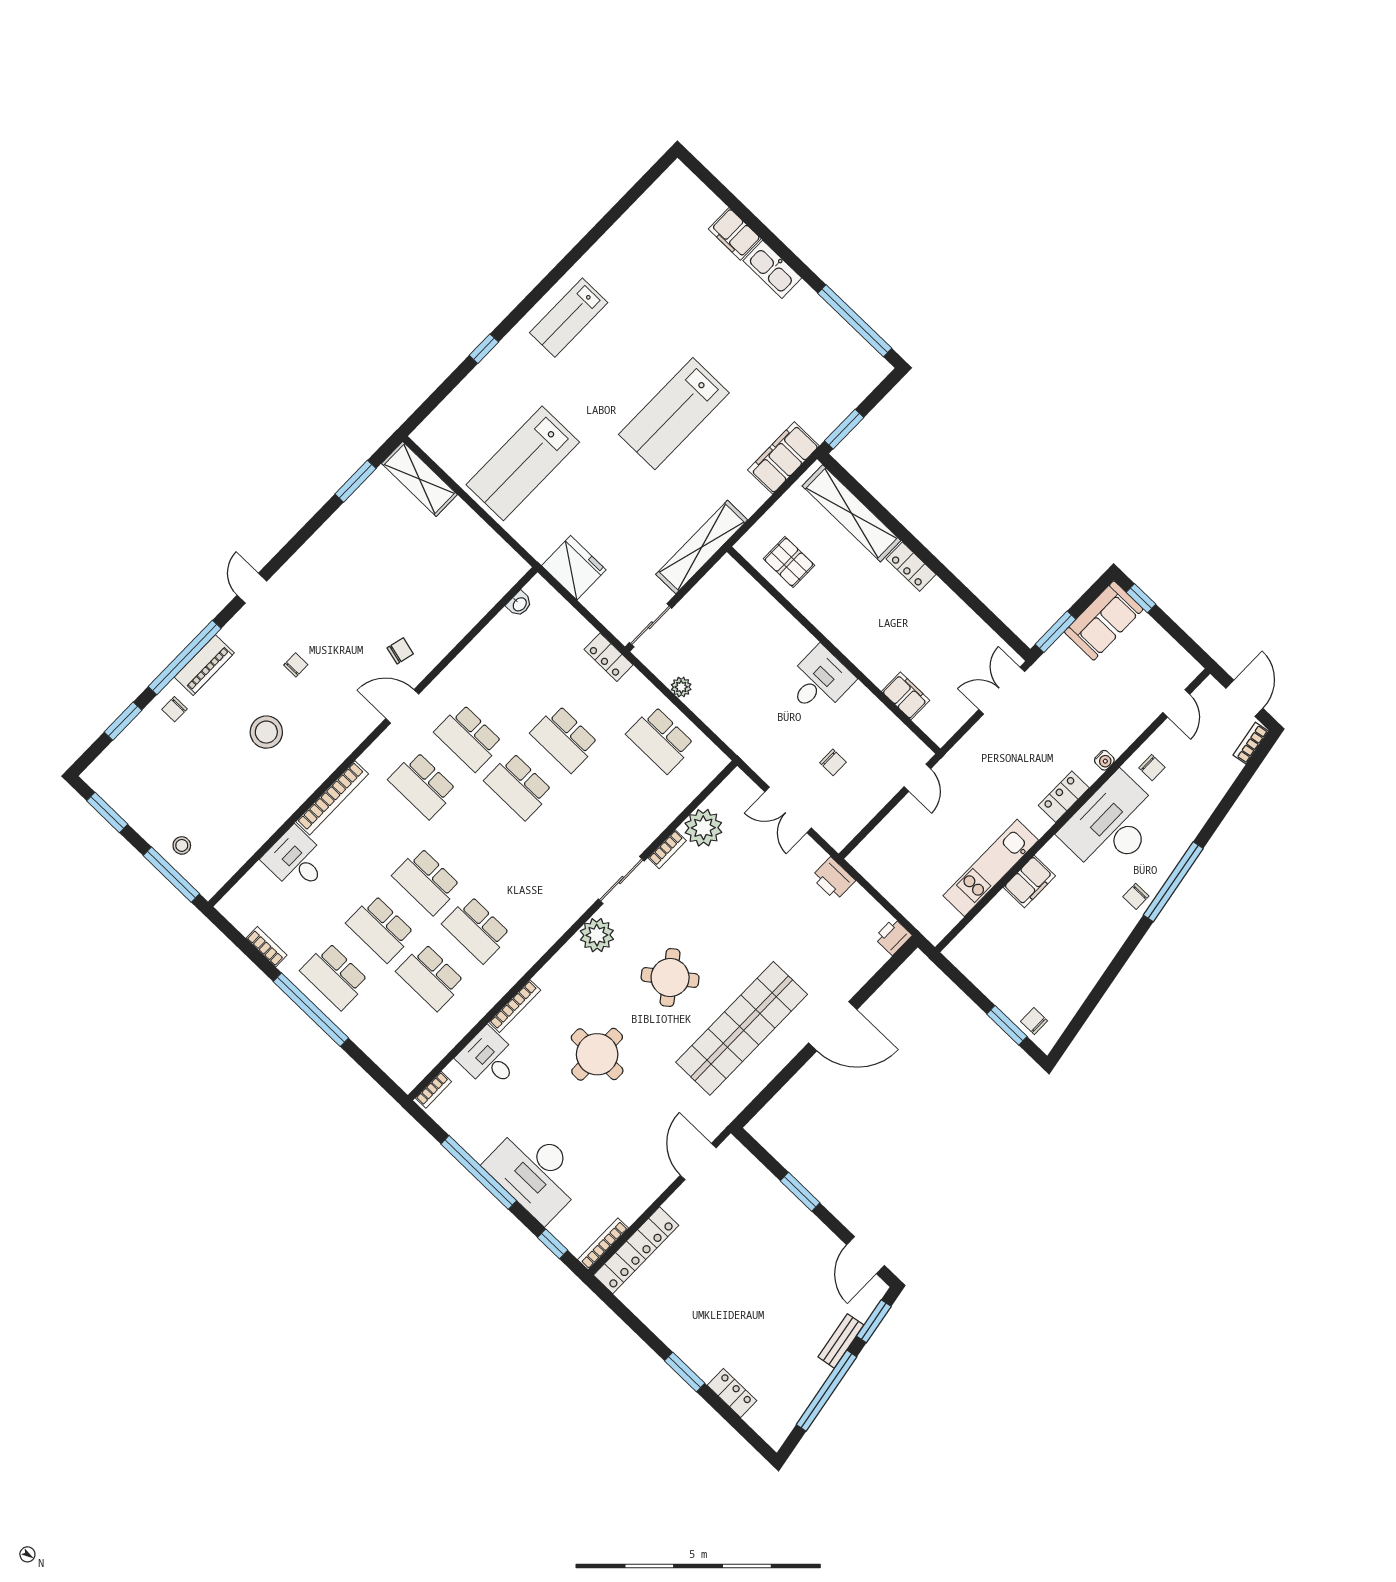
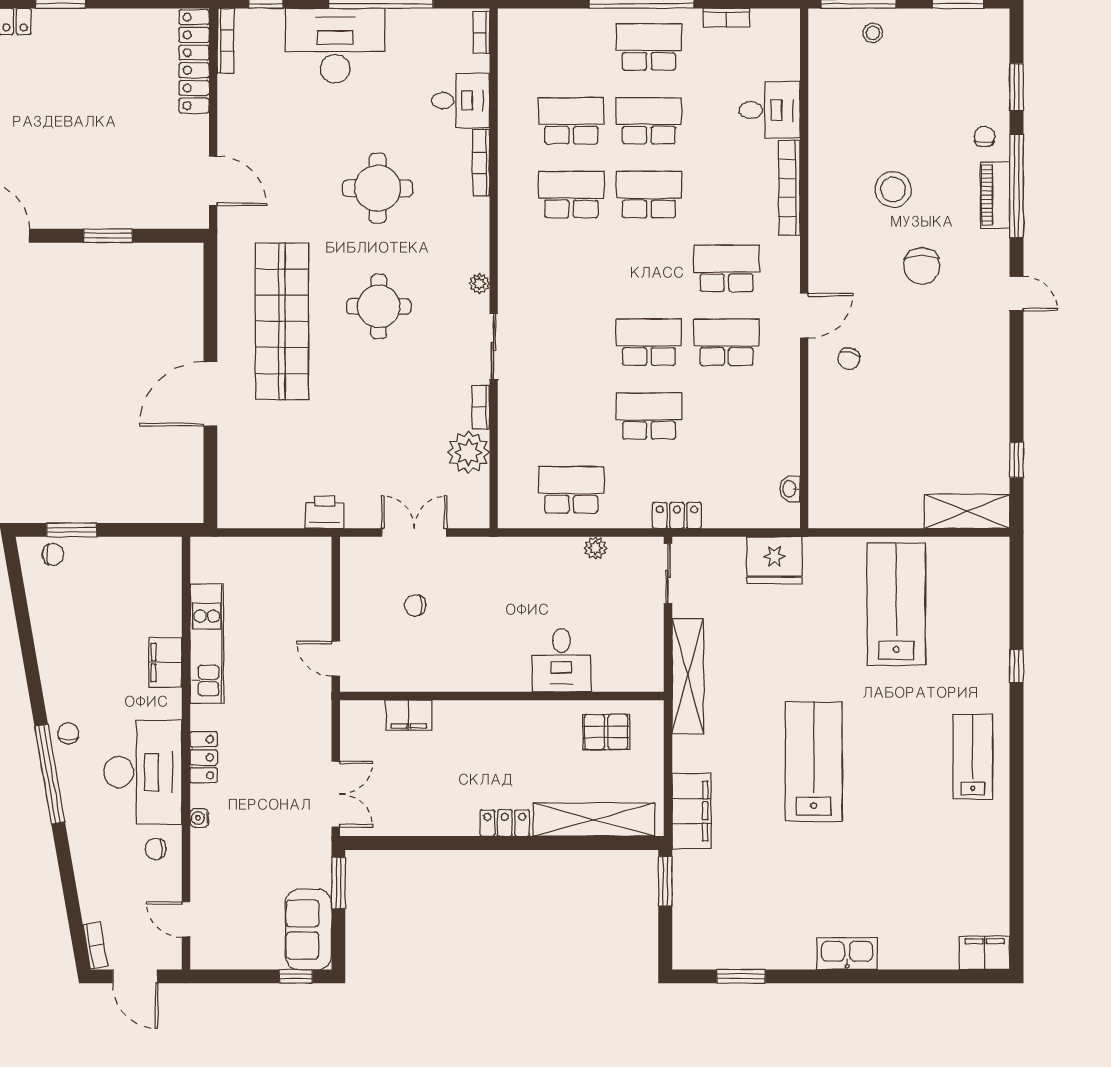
filing cabinet: (735, 234) -> (985, 953), moved
window: (855, 321) -> (741, 976), width x0.47
window: (355, 481) -> (1017, 460), width x0.67
chair: (296, 665) -> (922, 266), width x1.87, depth x1.87
desk: (819, 681) -> (561, 660), moved
plant: (597, 935) -> (479, 284), width x0.53, depth x0.53
printer: (893, 937) -> (232, 512), removed
round table: (670, 978) -> (379, 306), turned 37

